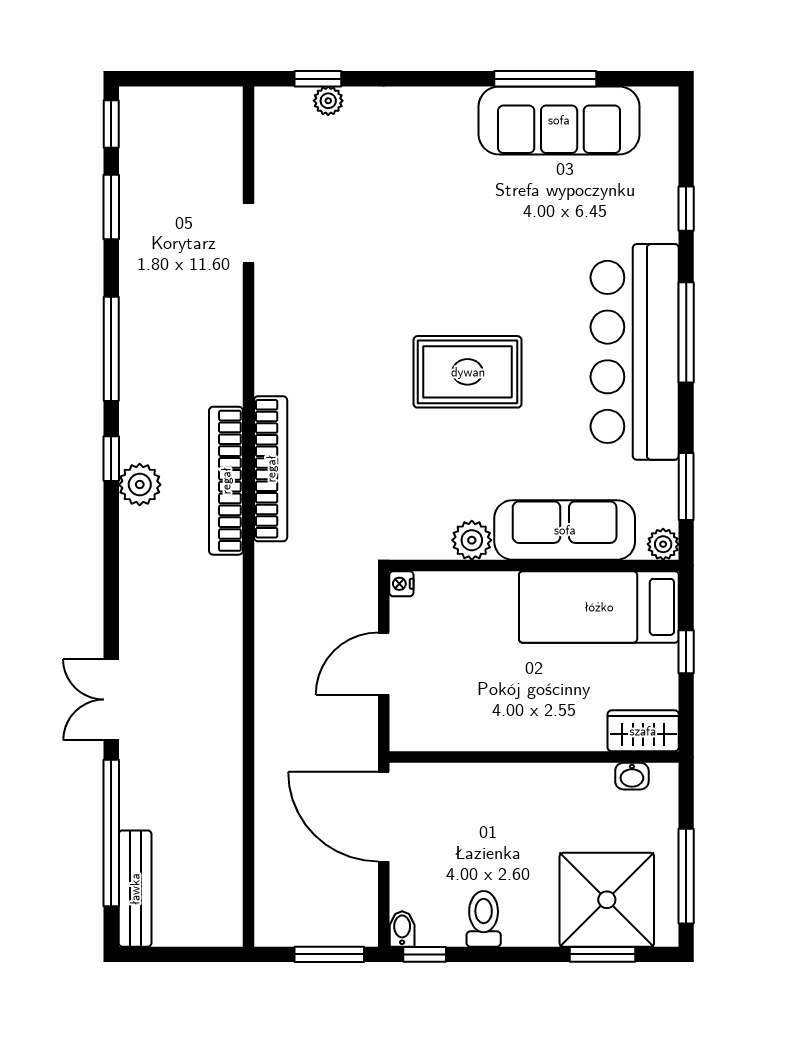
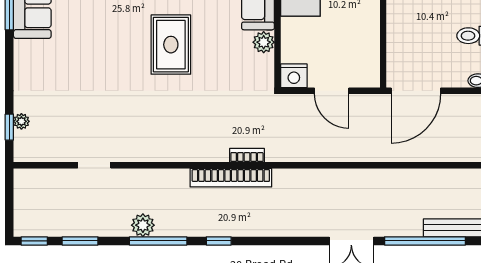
bookcase: (271, 469) -> (247, 155), width x0.43, depth x0.76
plant: (140, 485) -> (143, 225), moved
nightstand: (401, 584) -> (294, 76), width x1.89, depth x1.79

